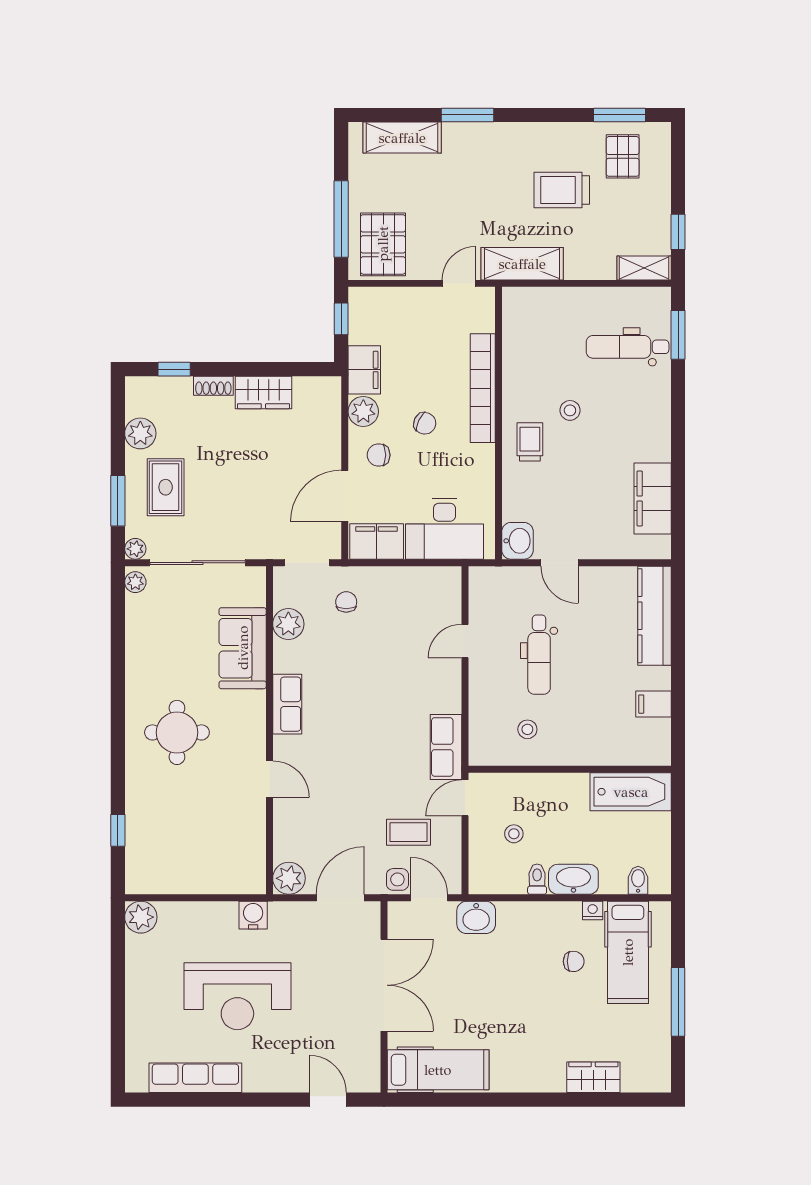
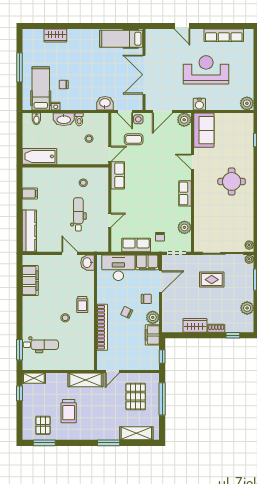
trolley: (562, 190) -> (69, 411), turned 90
pallet: (383, 244) -> (136, 396), moved
rug: (166, 487) -> (212, 280), moved, turned 90
row of seats: (403, 582) -> (136, 245), added
sofa: (243, 648) -> (204, 130), moved
door: (328, 1100) -> (182, 26), moved

